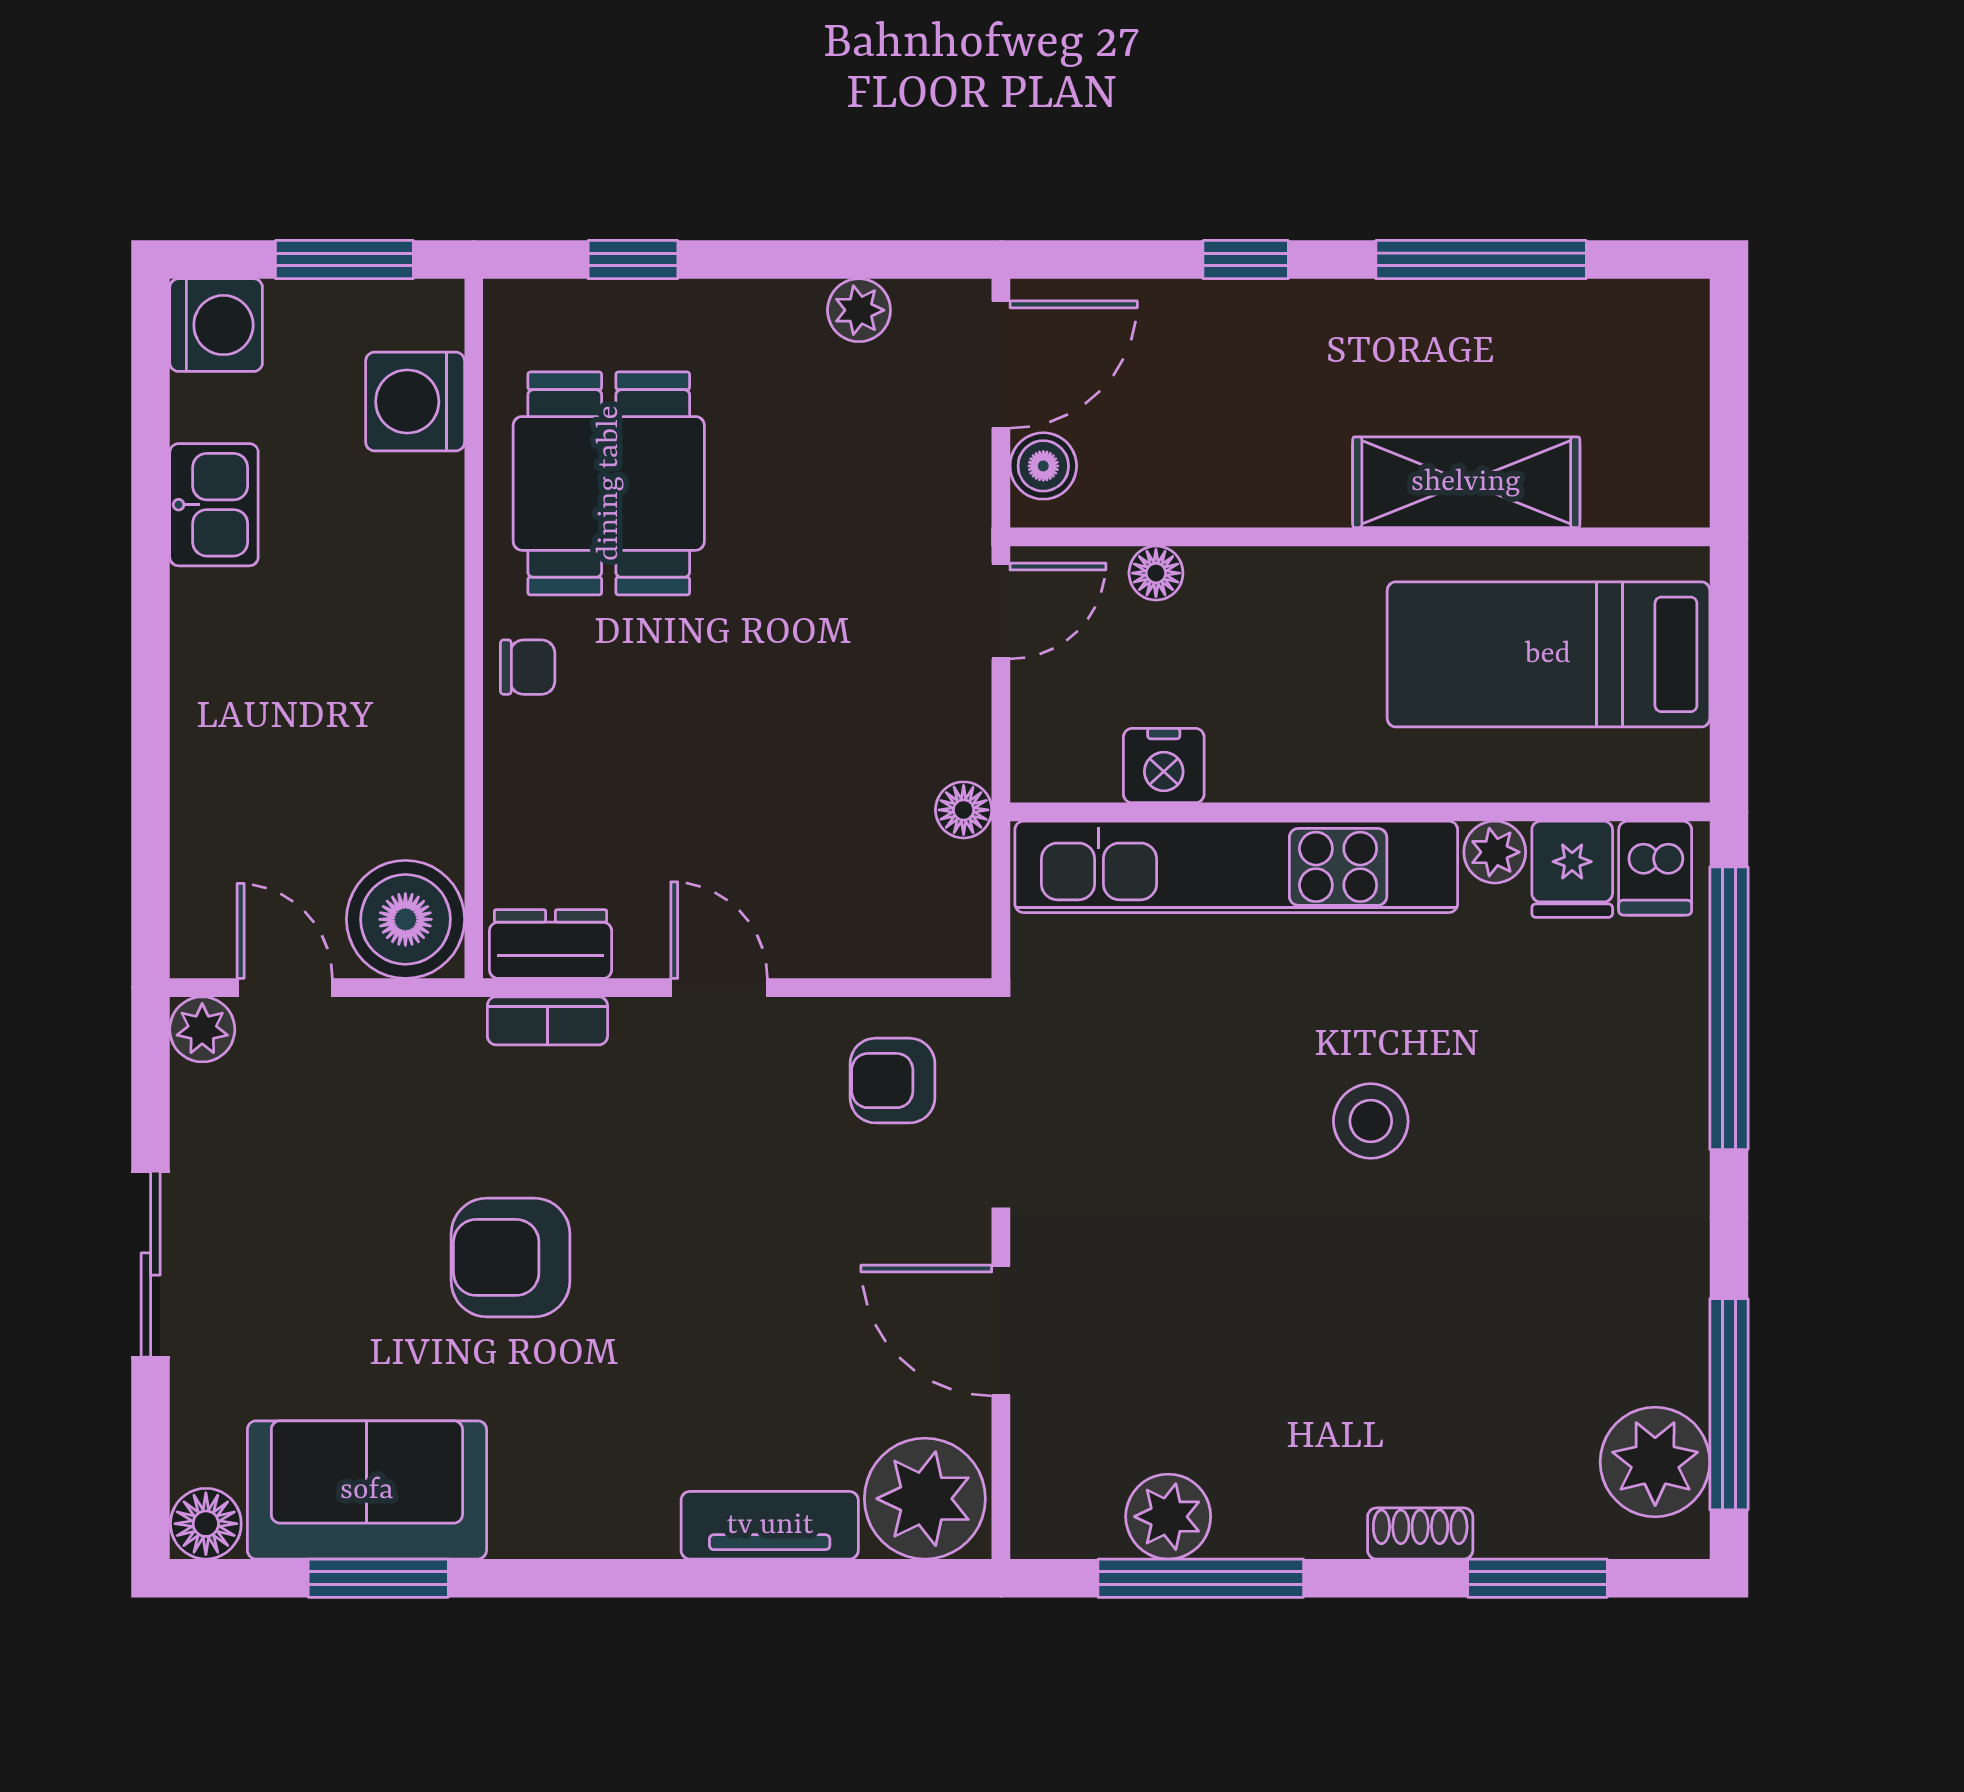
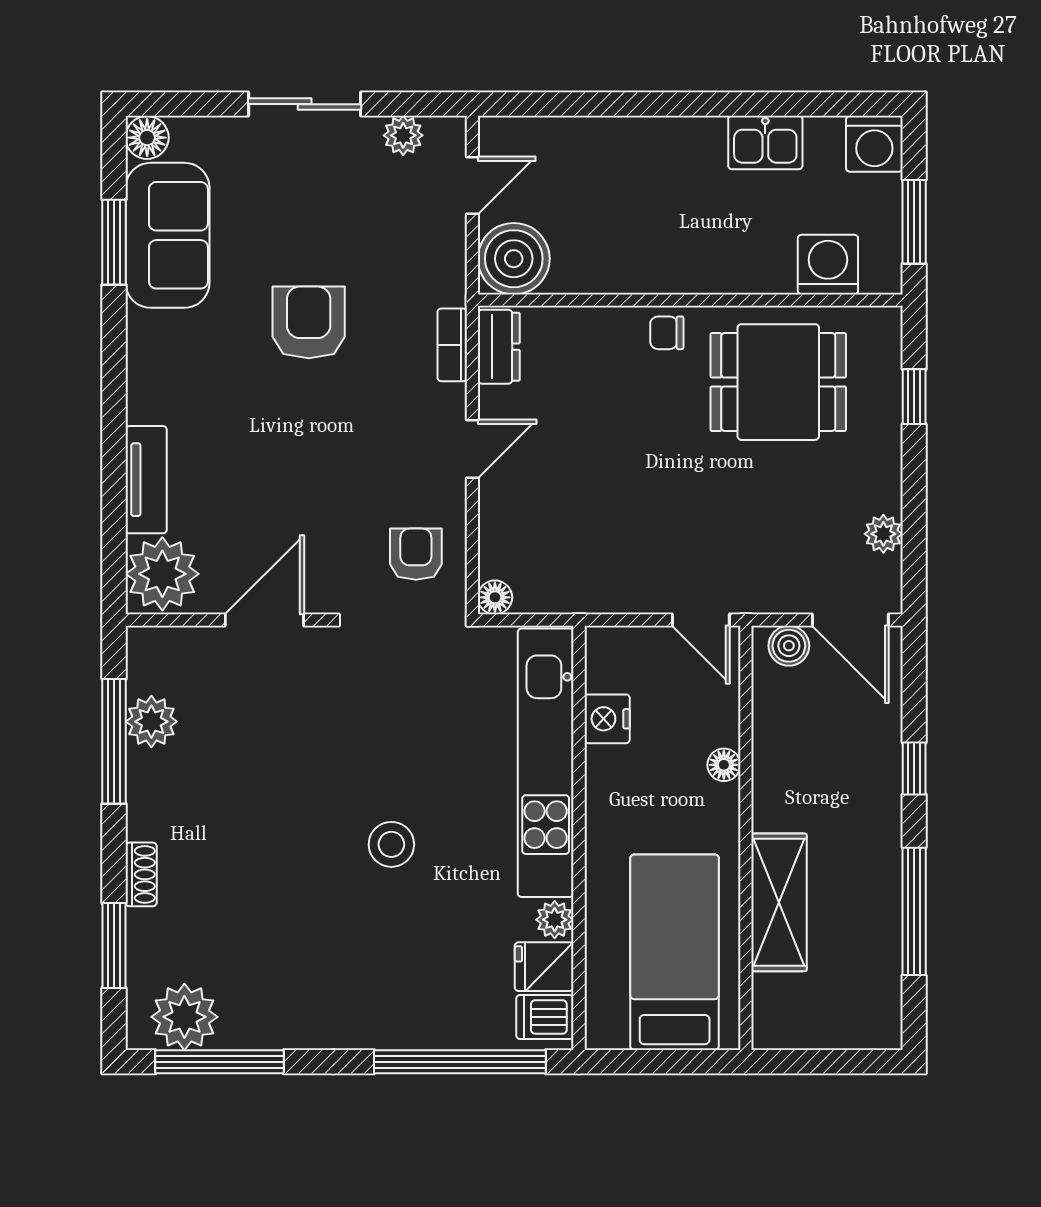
floor lamp: (1156, 573) -> (724, 765), moved
chair: (528, 667) -> (667, 333), turned 90
floor lamp: (964, 810) -> (495, 597), moved
plant: (202, 1029) -> (403, 135), moved

